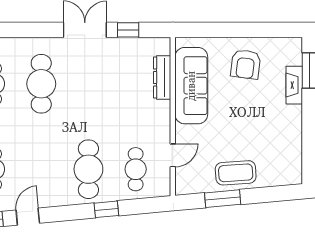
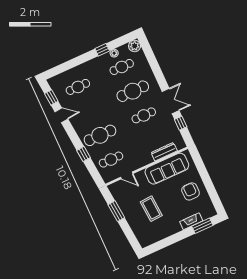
armchair: (246, 64) -> (191, 191), turned 83
cafe table: (88, 84) -> (144, 115), added
coffee table: (236, 173) -> (151, 209), moved

